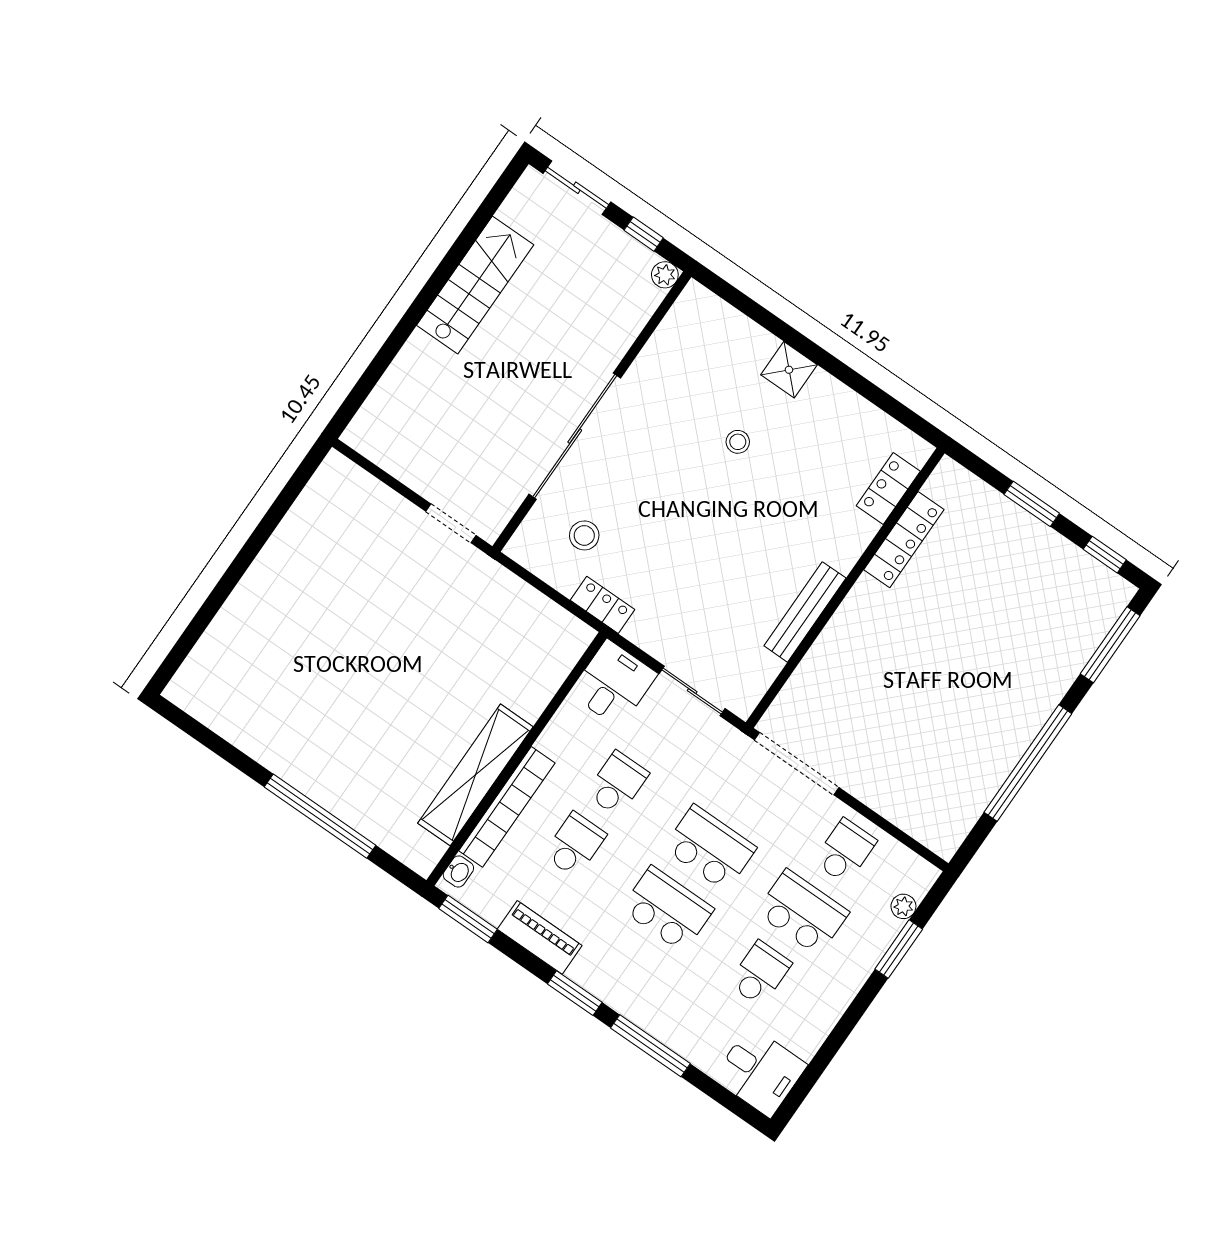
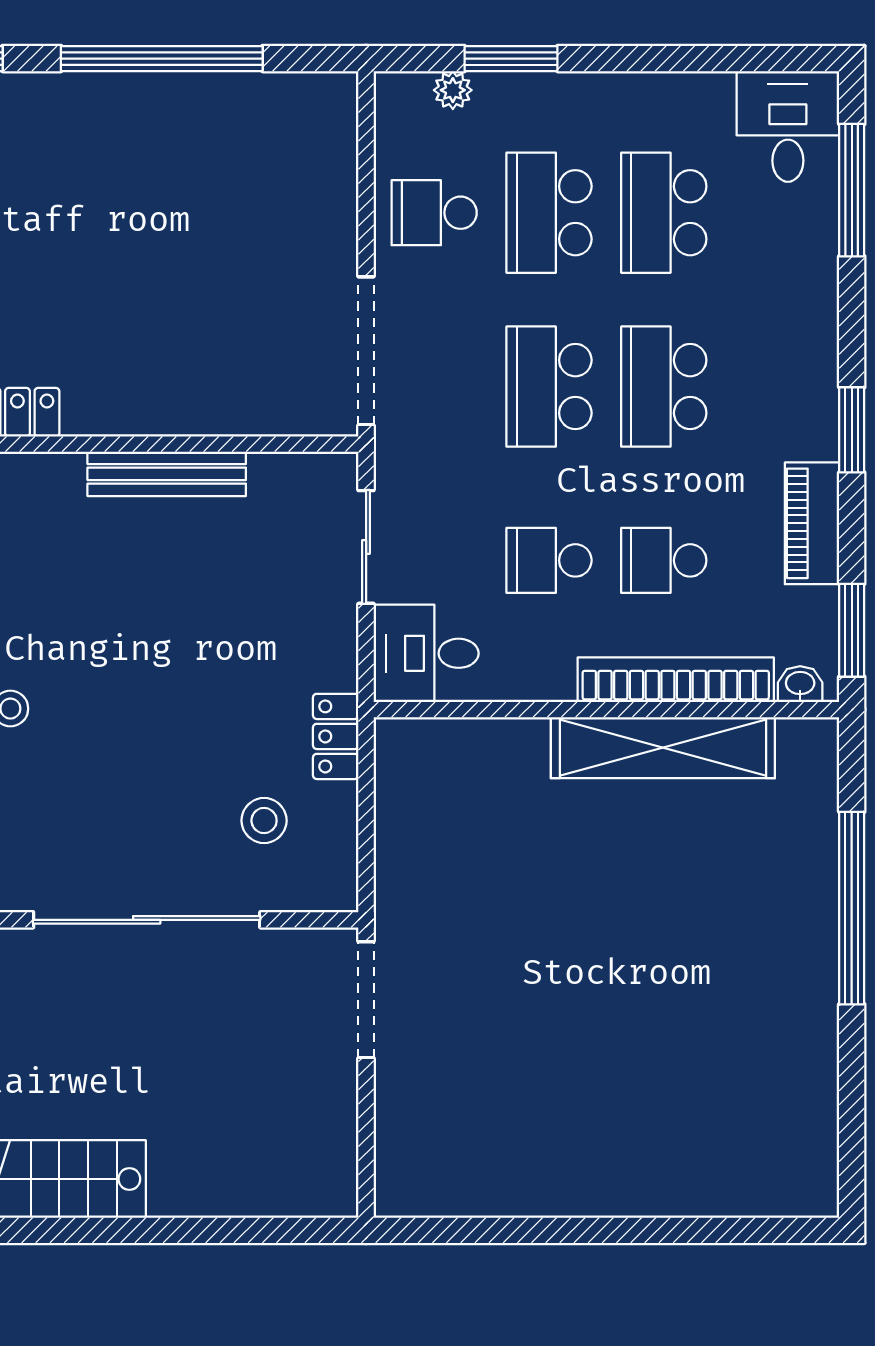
doorway: (451, 523) -> (366, 1000), width x1.38
school desk: (760, 973) -> (664, 213), width x1.85
window: (650, 1046) -> (852, 190), moved

